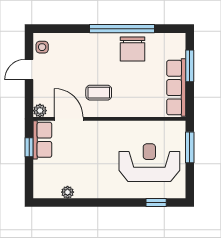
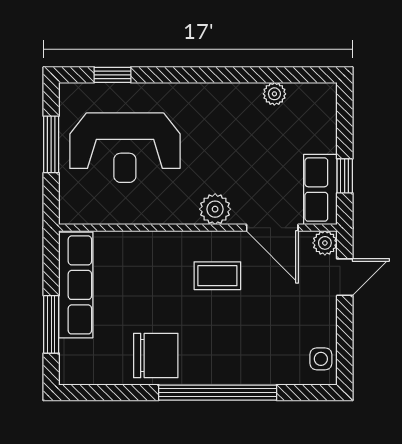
window: (122, 29) -> (218, 393), moved
chair: (132, 49) -> (156, 356), turned 90
door: (29, 70) -> (345, 277), moved
plant: (100, 129) -> (215, 209), added
window: (190, 147) -> (51, 144), moved

